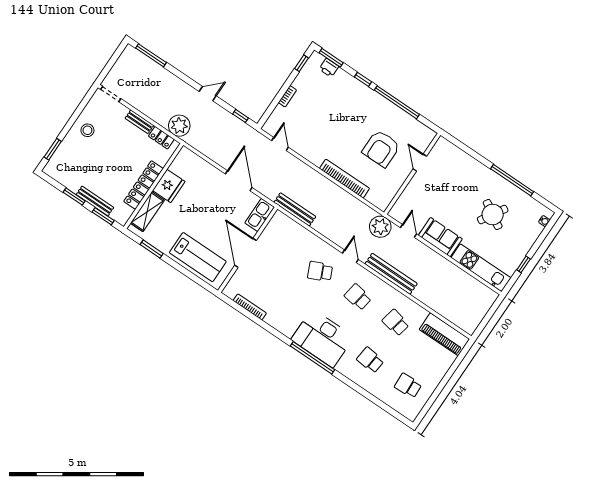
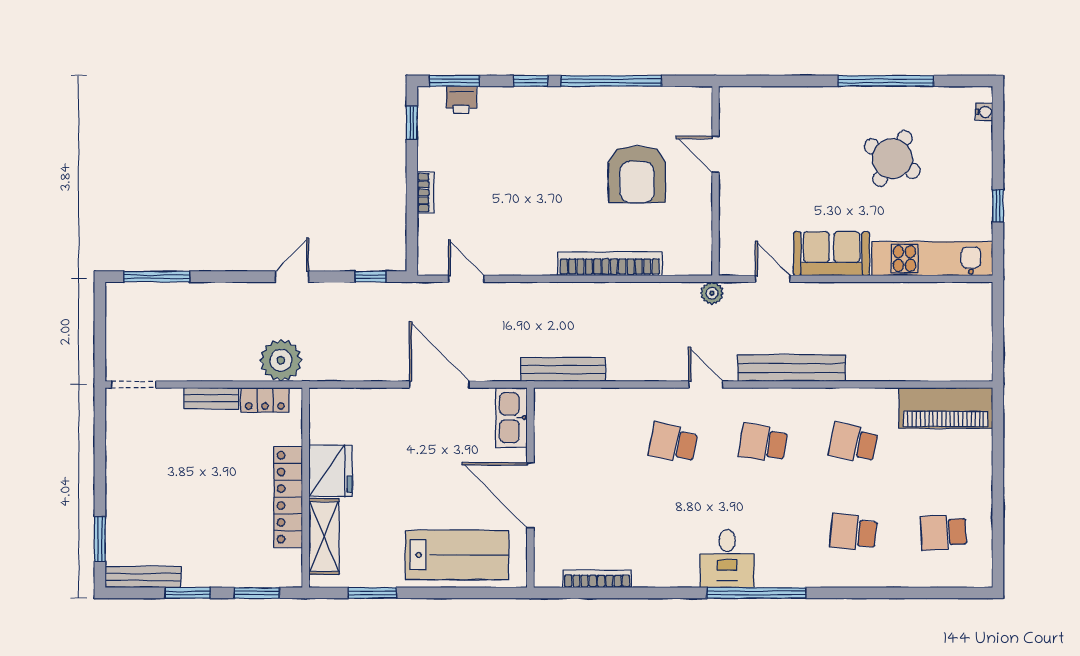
stool: (87, 130) -> (136, 470), removed
bench: (95, 201) -> (143, 577), moved
plant: (380, 227) -> (712, 293), width x0.53, depth x0.53
school desk: (320, 271) -> (673, 443), turned 36
desk: (322, 338) -> (727, 558), width x0.53, depth x0.77

